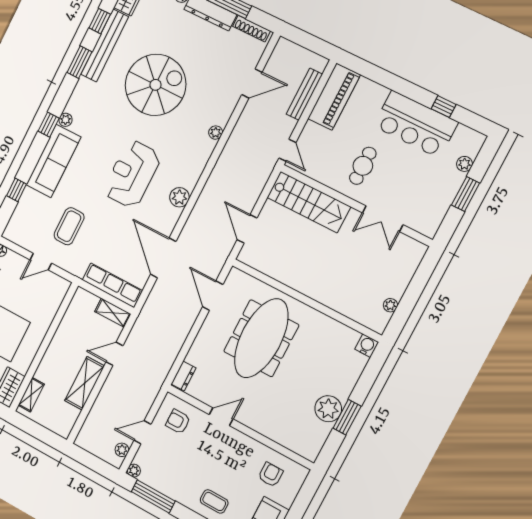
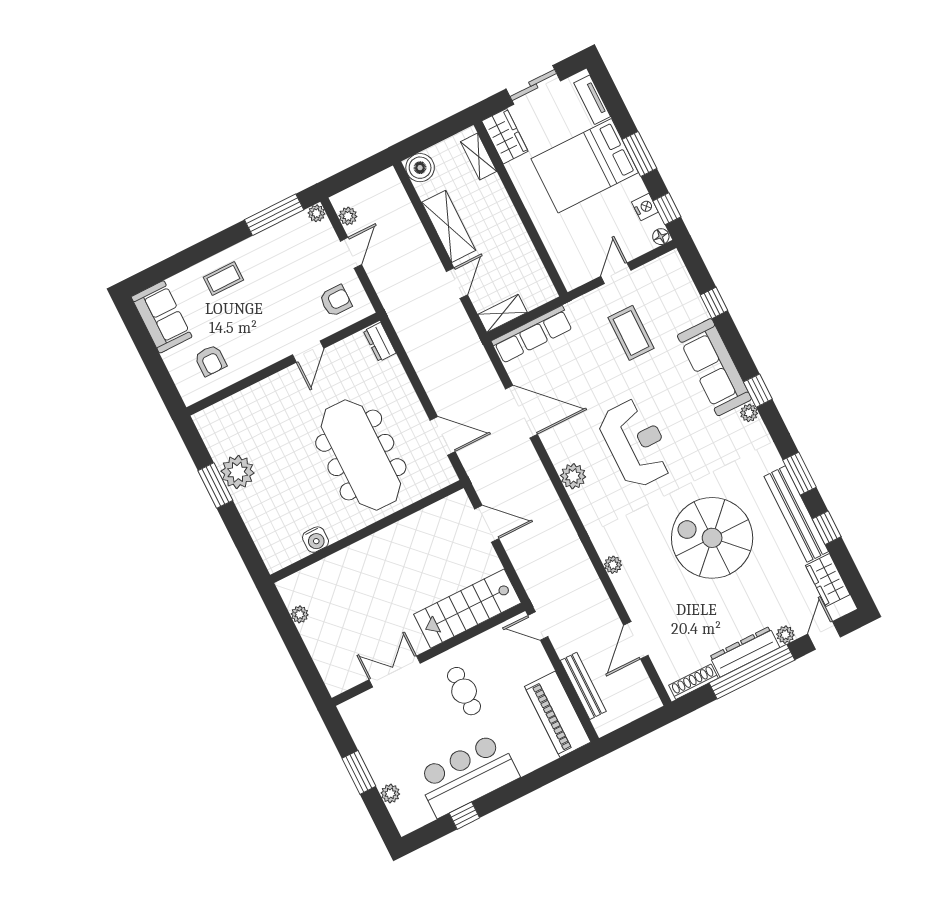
spiral stairs: (156, 85) -> (712, 538), turned 90
water cooler: (367, 346) -> (316, 540), moved
boiler: (62, 426) -> (420, 168), added

